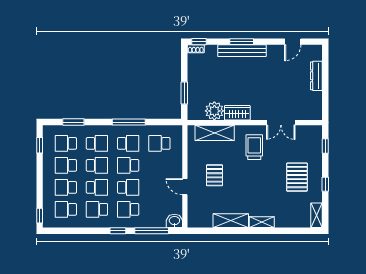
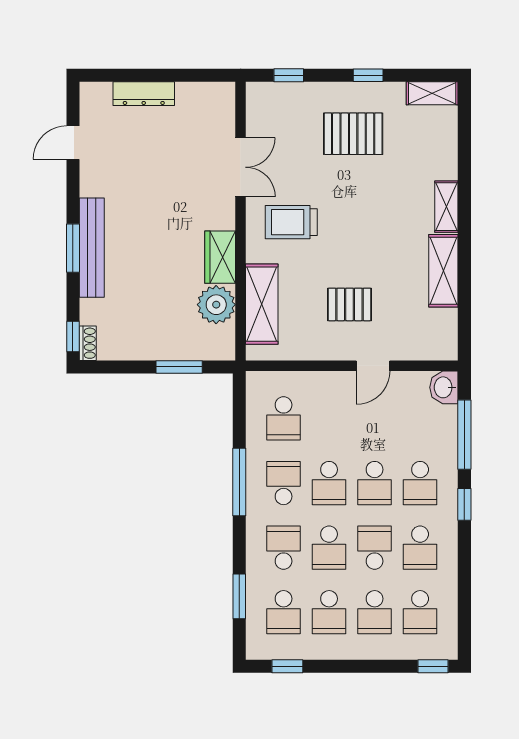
door: (293, 42) -> (73, 143), swing flipped
school desk: (97, 165) -> (329, 548), turned 180
school desk: (128, 187) -> (375, 483), turned 180

